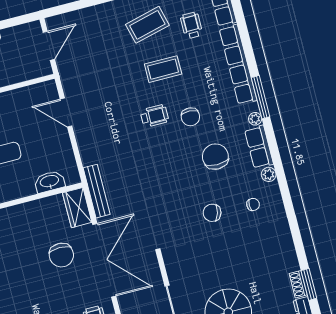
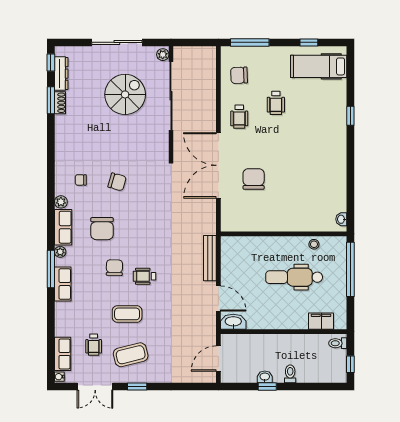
row of seats: (238, 64) -> (63, 284), width x0.50
washbasin: (50, 182) -> (233, 322), moved, turned 180
bench: (97, 191) -> (210, 258), moved
wardrobe: (77, 208) -> (230, 216), removed

